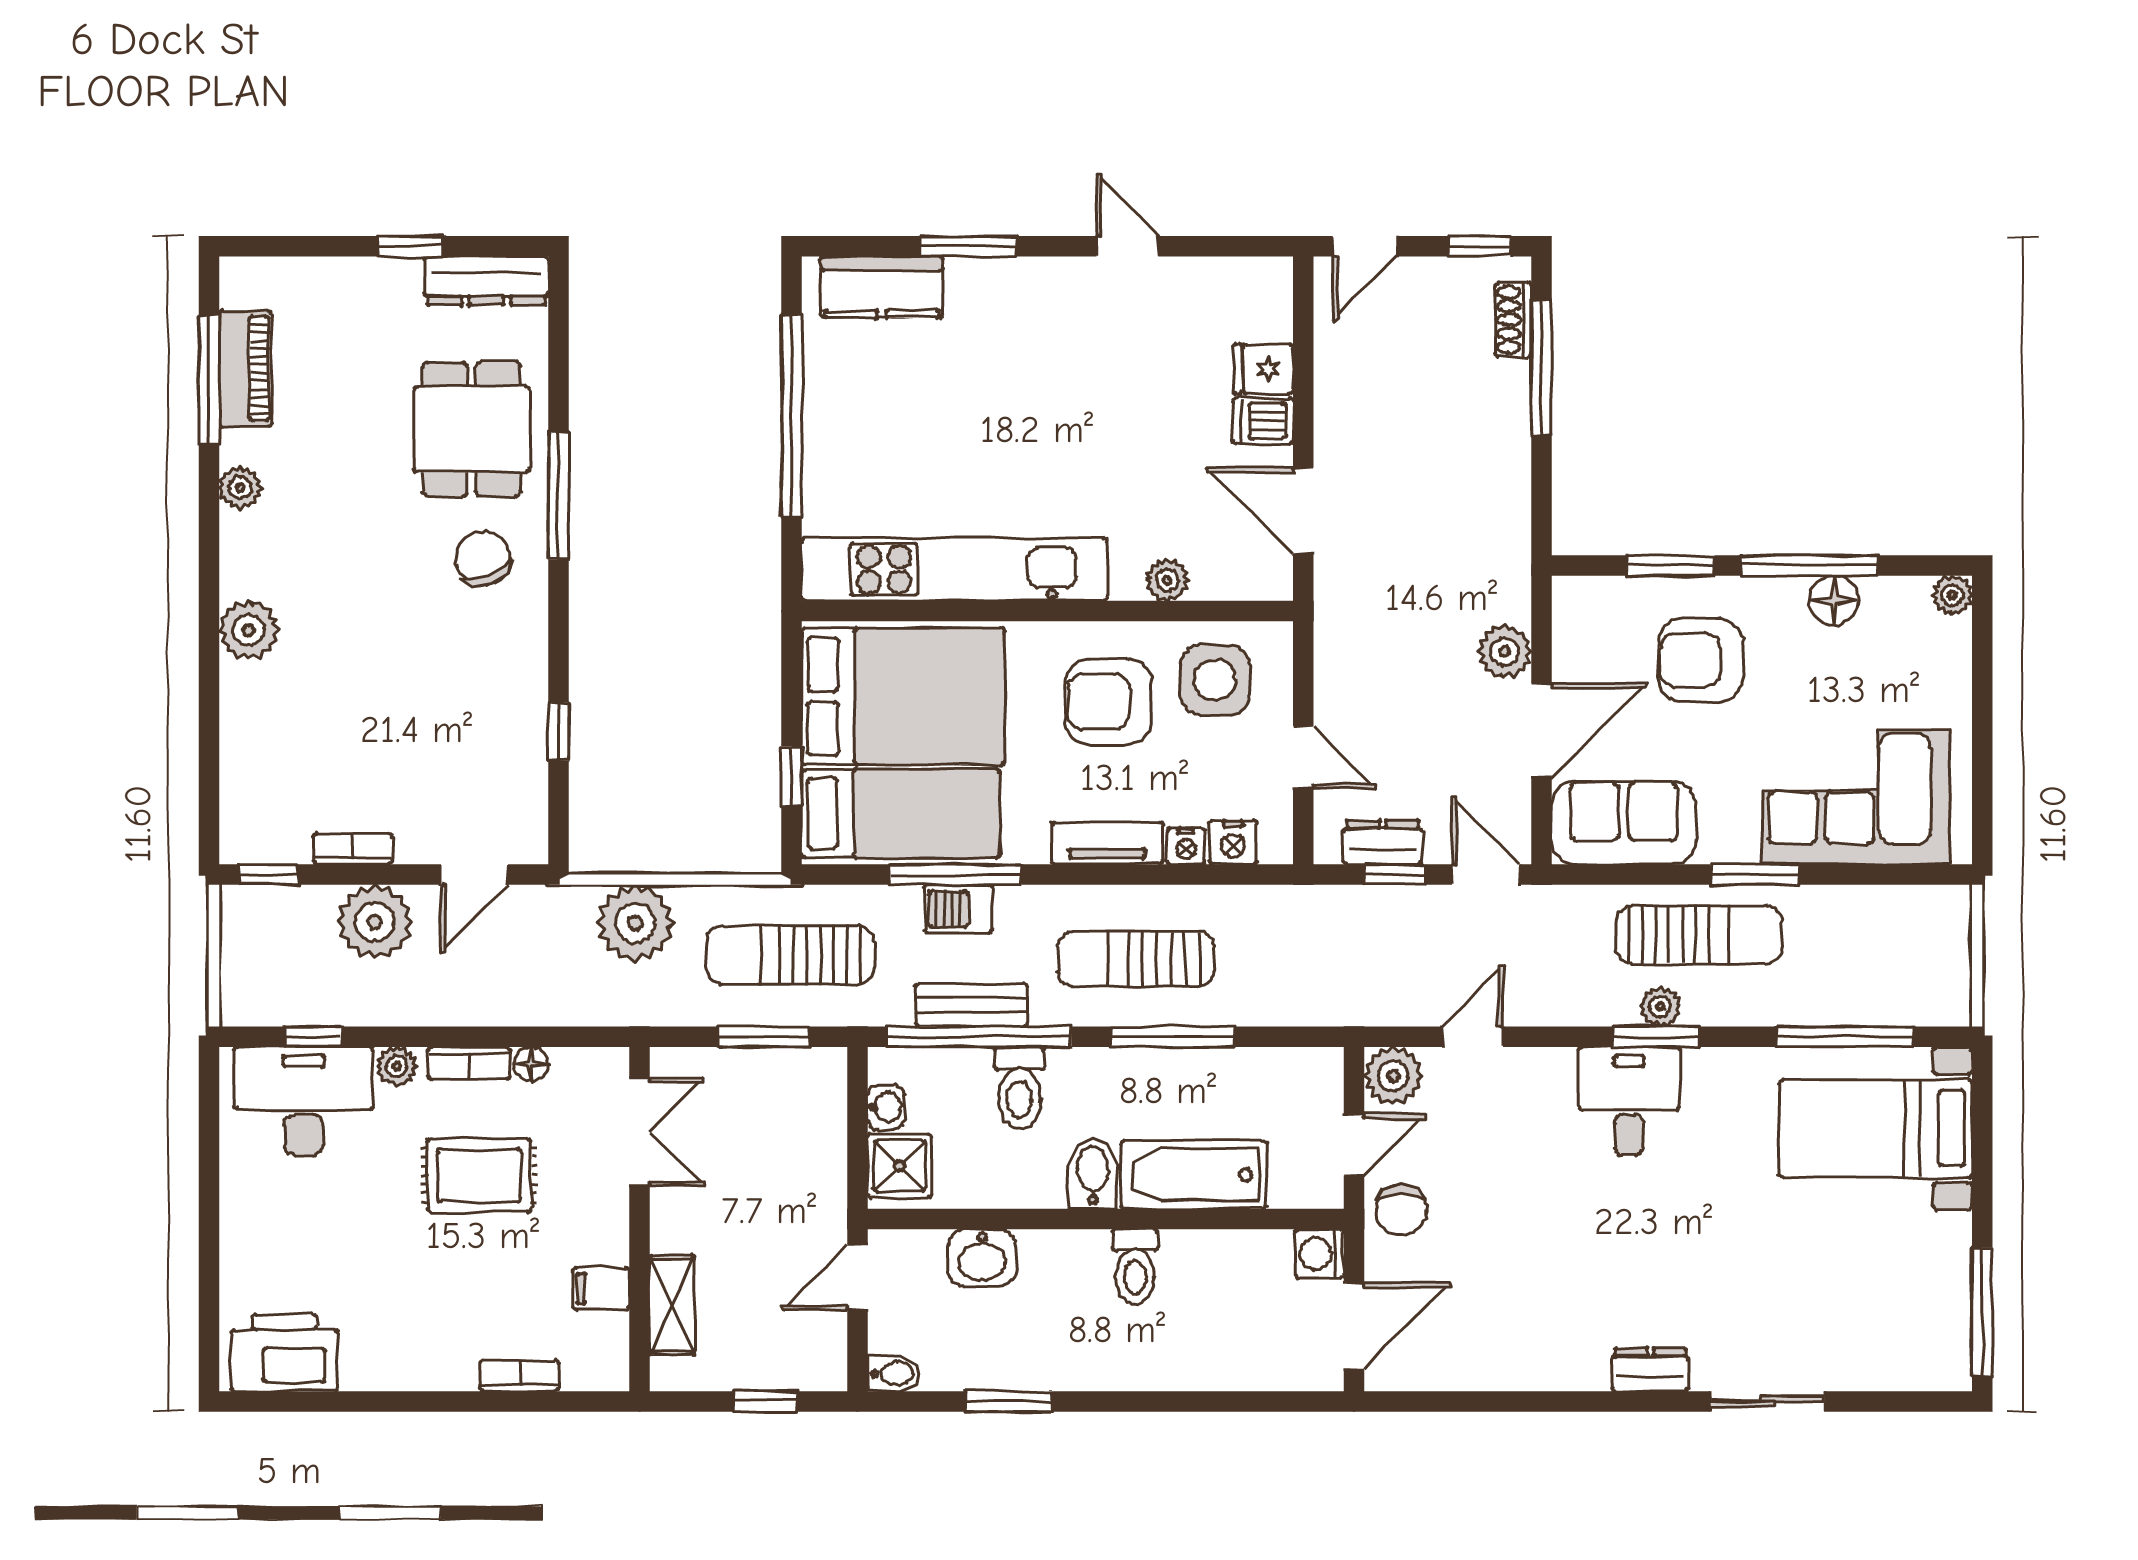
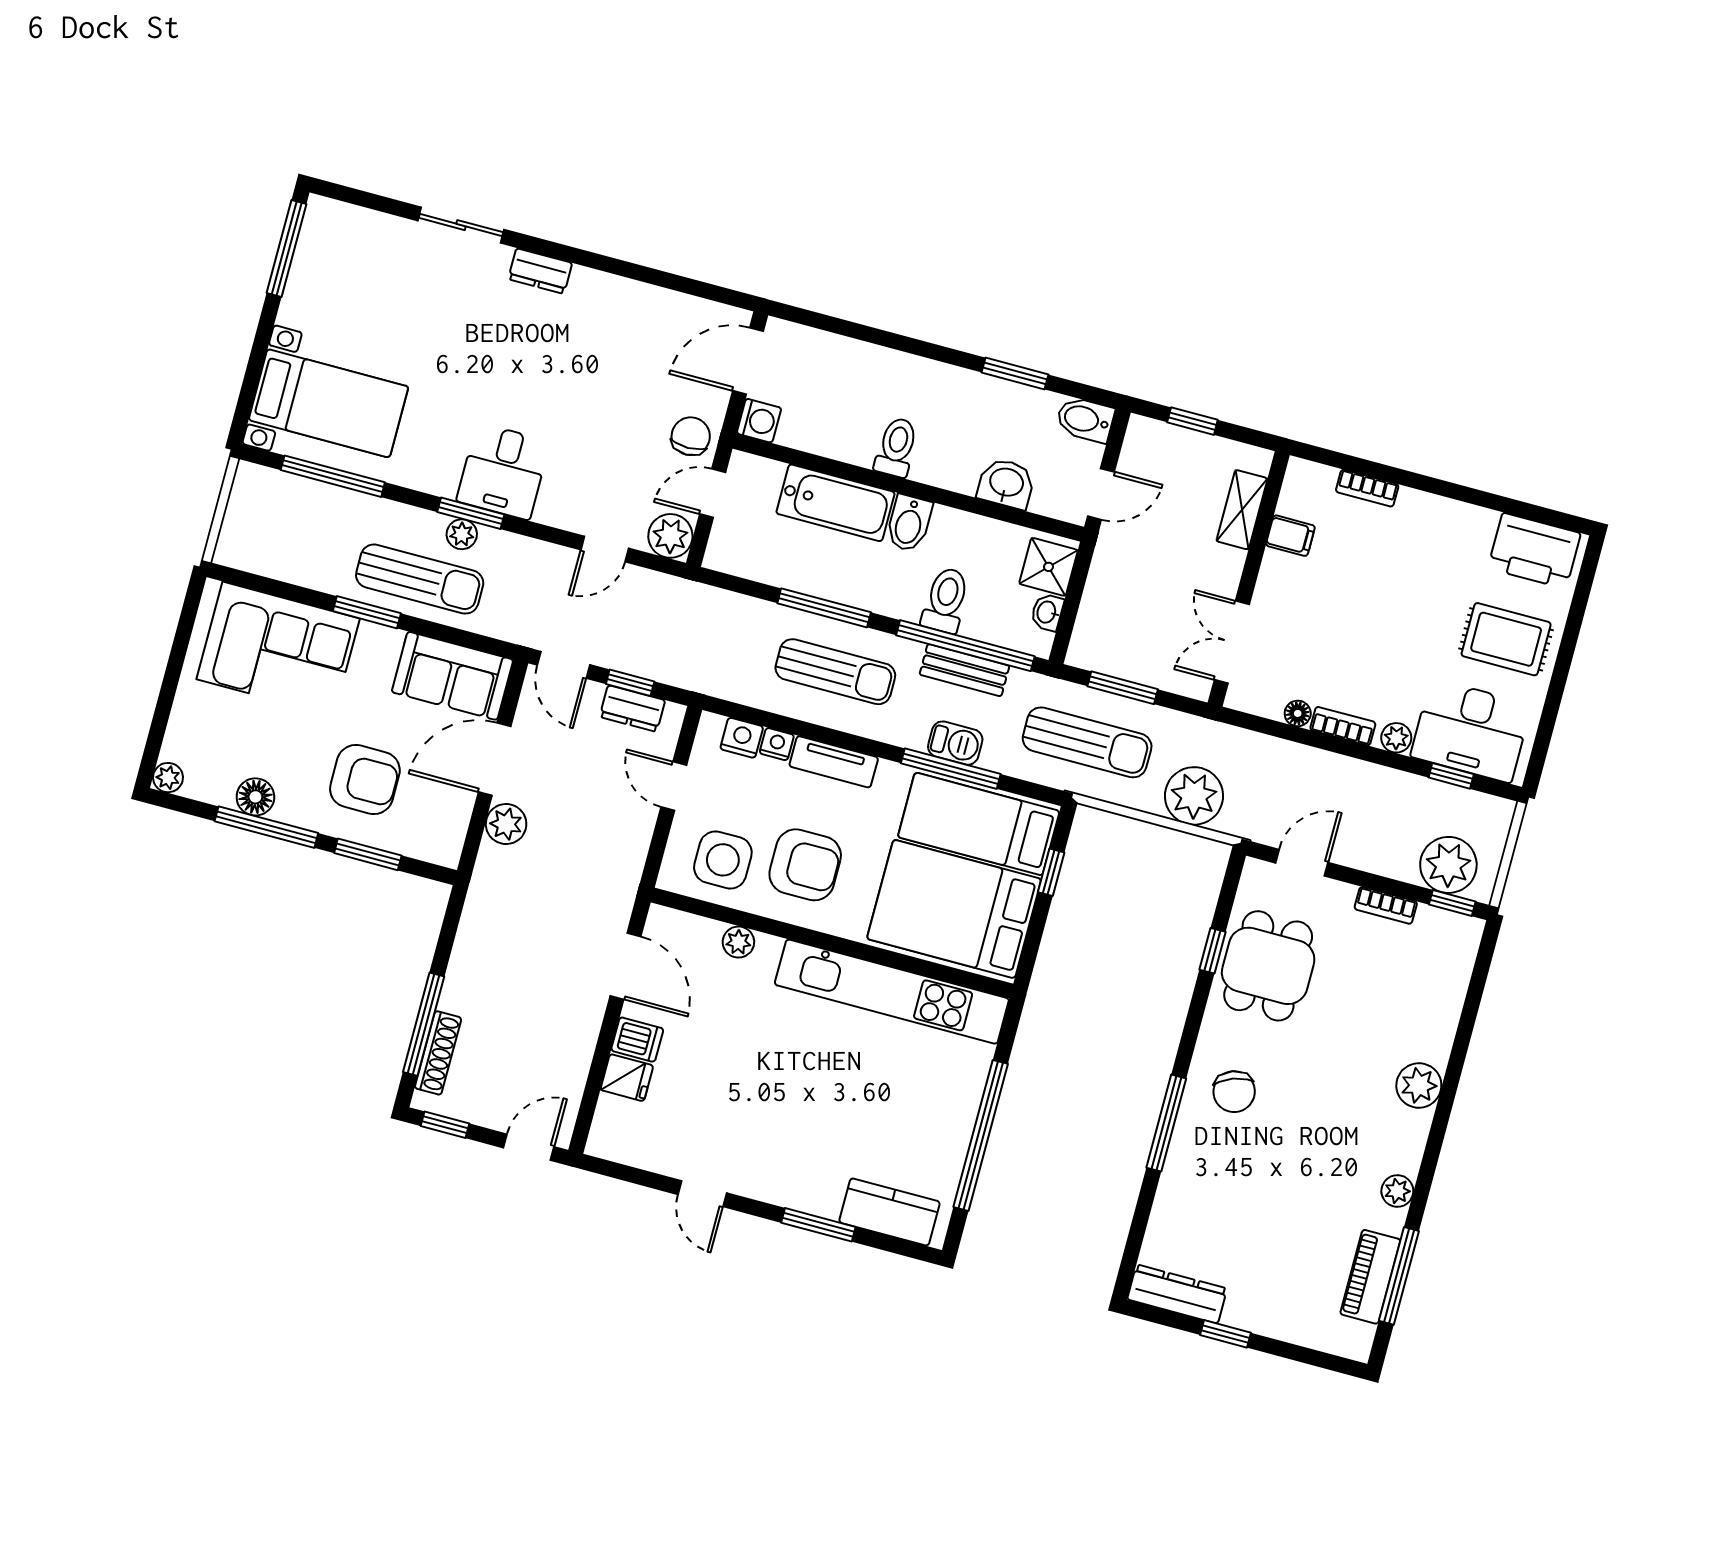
shoe rack: (1513, 320) -> (438, 1053), width x1.43
dining table: (472, 429) -> (1268, 966), moved
plant: (375, 922) -> (1448, 865), moved
sun lounger: (1699, 935) -> (420, 579), turned 180
rug: (479, 1175) -> (1506, 639), moved
bidet: (894, 1373) -> (1085, 419), width x1.38, depth x1.36

